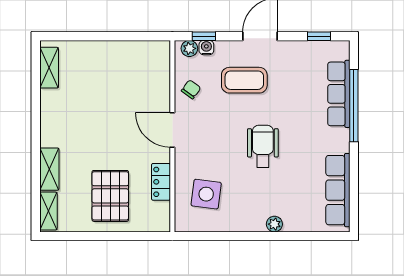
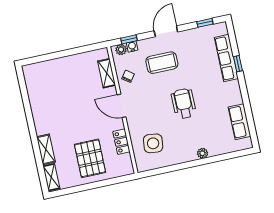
shelving: (49, 68) -> (107, 73), moved
window: (354, 106) -> (238, 64), width x0.32
row of seats: (338, 190) -> (240, 122), width x0.68

